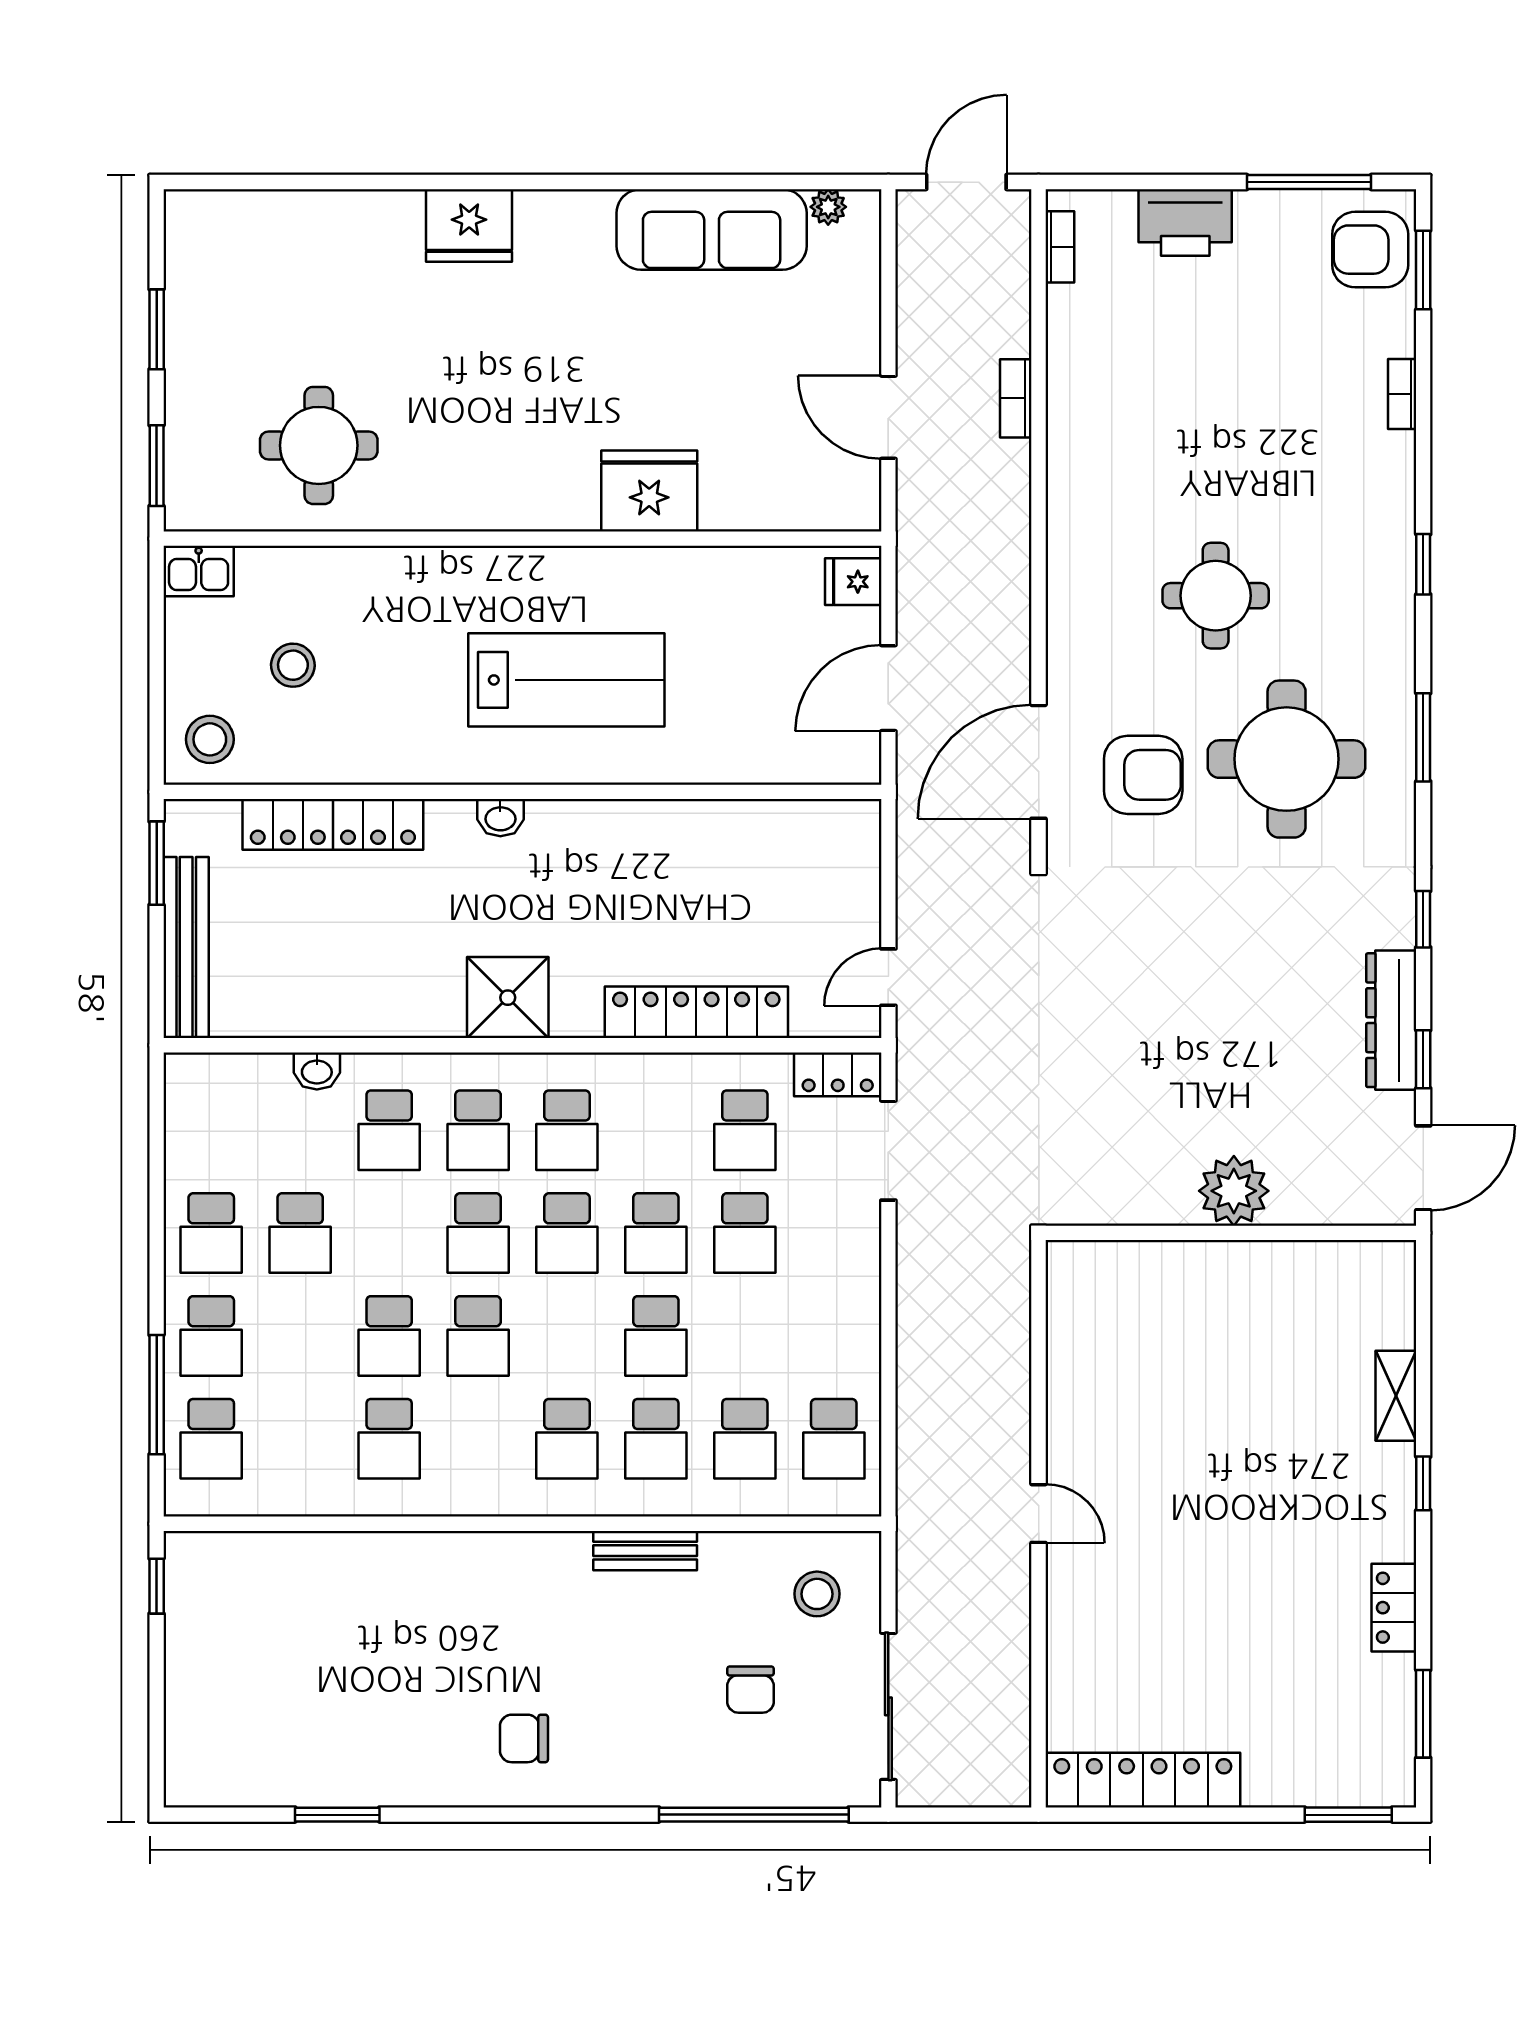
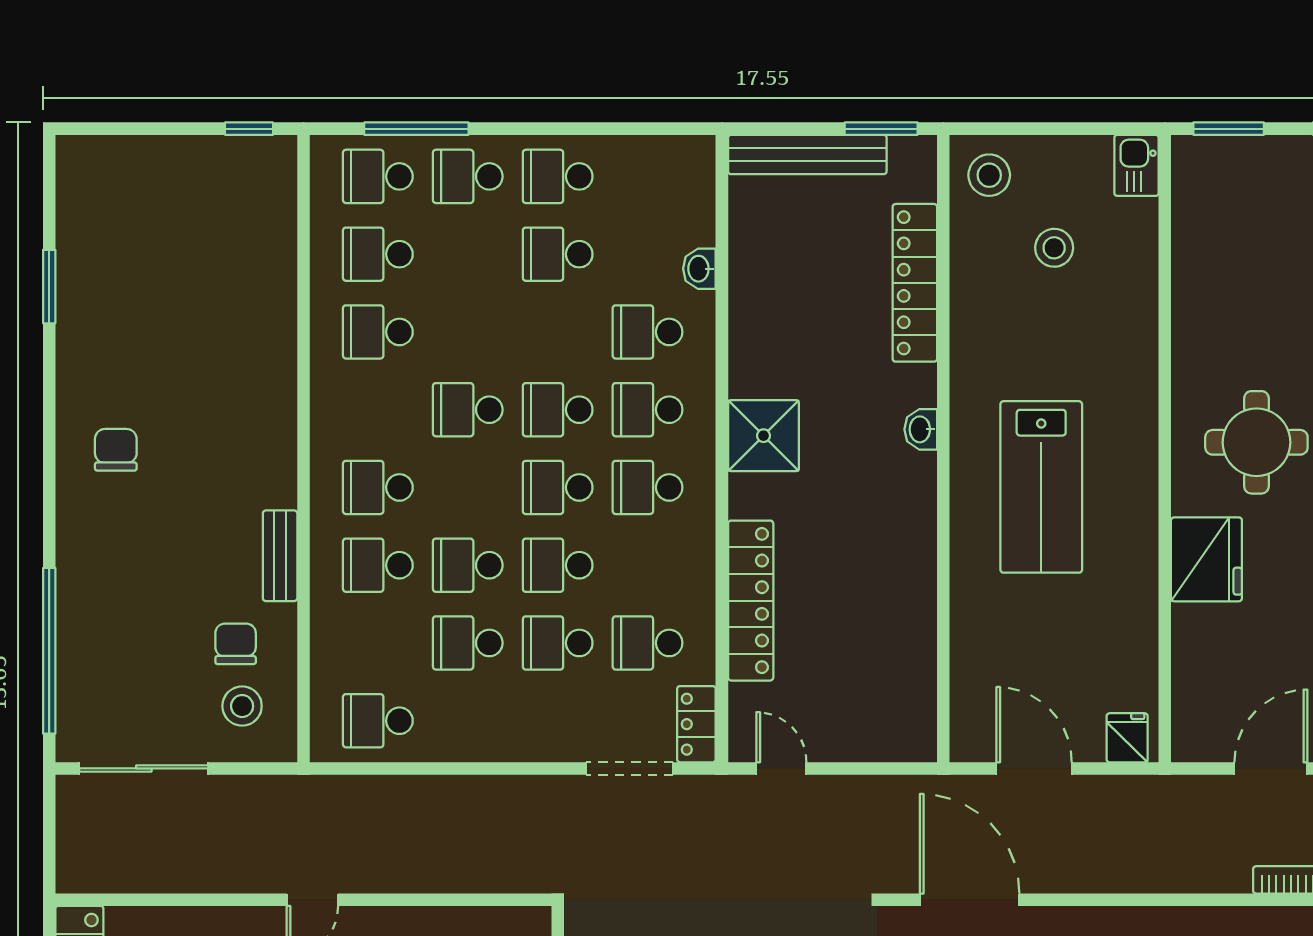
round table: (319, 445) -> (1256, 442), moved
school desk: (389, 1336) -> (378, 254), moved
school desk: (745, 1439) -> (468, 643), moved
chair: (751, 1690) -> (236, 644), moved, turned 90

